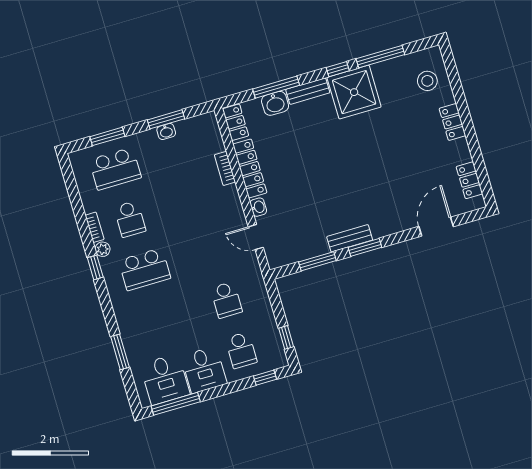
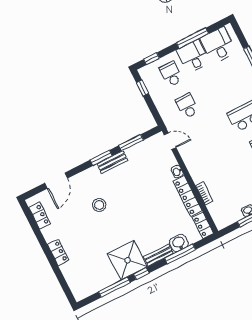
stool: (427, 81) -> (99, 205), moved
door: (256, 237) -> (170, 141), moved
window: (176, 404) -> (192, 38), moved

